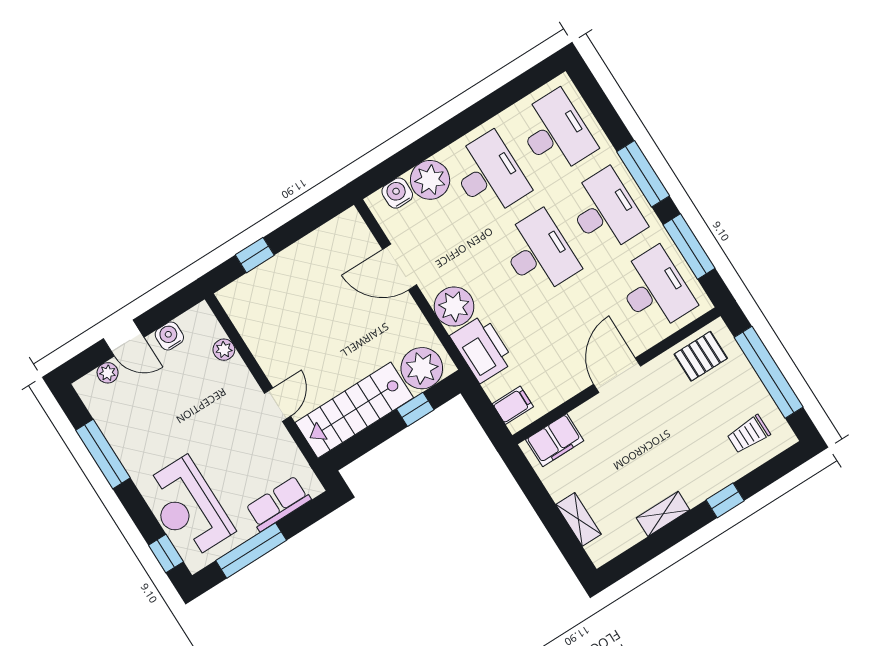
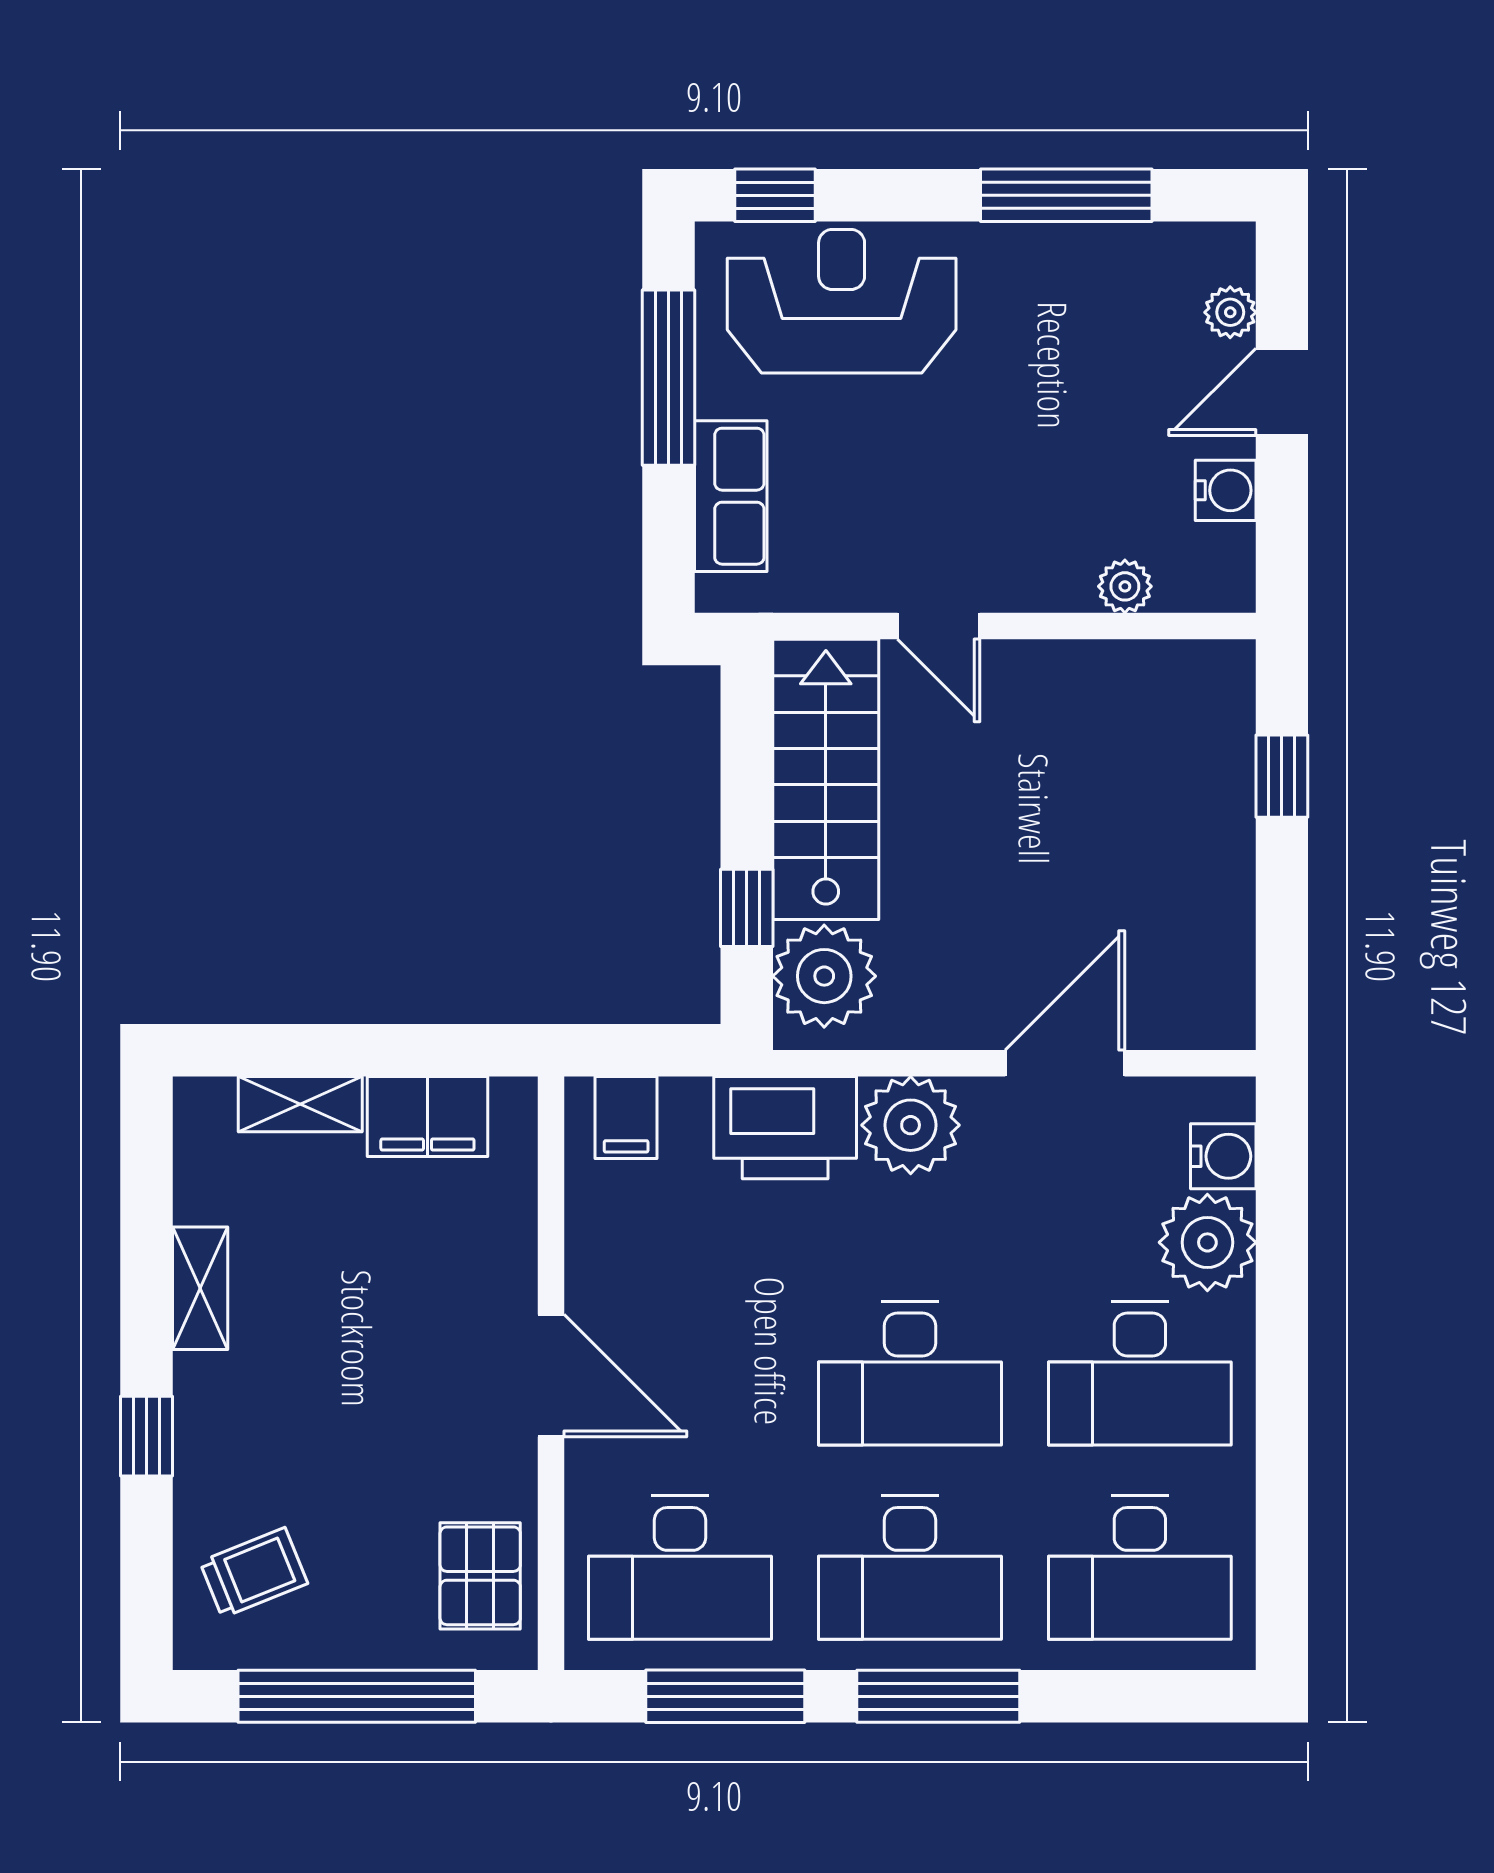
trolley: (749, 434) -> (254, 1573), turned 68
filing cabinet: (555, 440) -> (427, 1116), moved, turned -90

